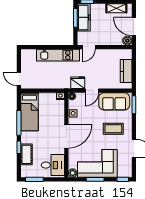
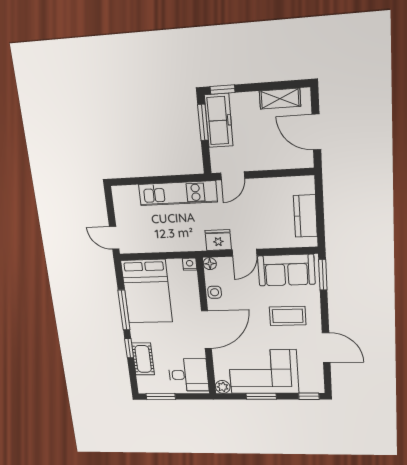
boiler: (127, 41) -> (305, 160), removed
bed: (30, 112) -> (147, 291), width x1.50

